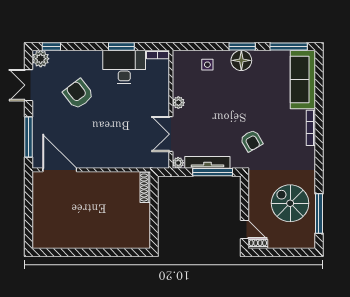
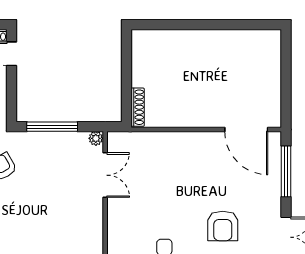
armchair: (78, 94) -> (223, 226), turned 38
plant: (178, 103) -> (96, 215), removed
tv unit: (207, 162) -> (59, 139), removed

